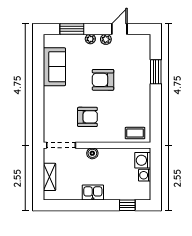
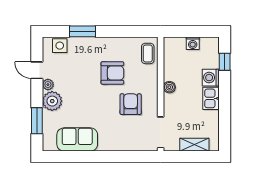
plant: (90, 39) -> (52, 101), width x1.88, depth x1.88
side table: (142, 50) -> (60, 46), added
armchair: (103, 80) -> (112, 73), moved, turned -90
boiler: (92, 153) -> (169, 87), moved
washing machine: (143, 160) -> (211, 78), moved, turned 90

